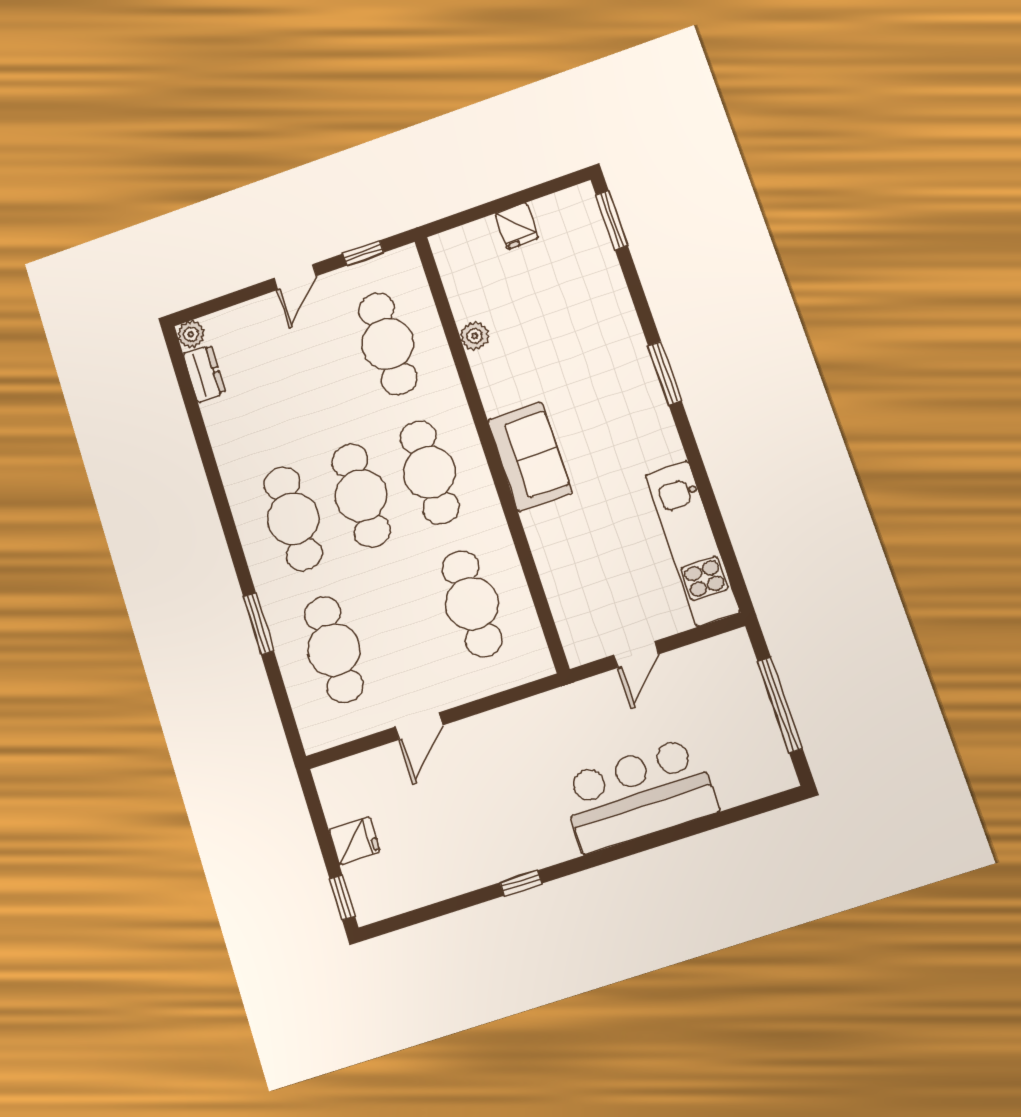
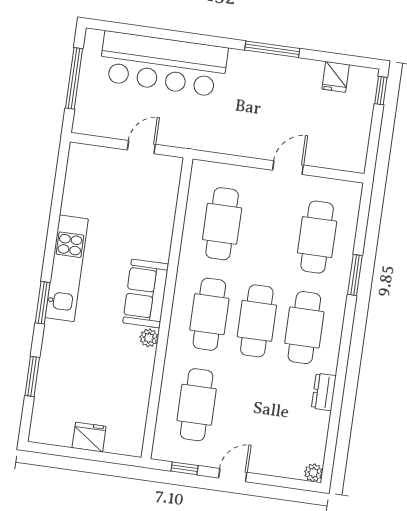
window: (612, 220) -> (32, 376), moved
fridge: (517, 226) -> (89, 437), width x1.38
plant: (475, 336) -> (149, 338), moved
dresser: (204, 374) -> (324, 392), moved
kitchen unit: (692, 543) -> (67, 268), moved
bar counter: (639, 795) -> (163, 64), width x1.36
fridge: (354, 841) -> (336, 77), moved, turned -90
window: (521, 883) -> (272, 49), width x2.17

